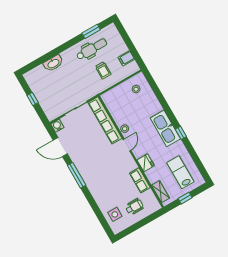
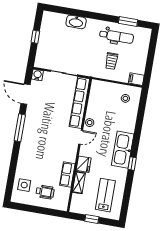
filing cabinet: (126, 58) -> (136, 79), moved
shelving: (161, 192) -> (79, 183), moved

